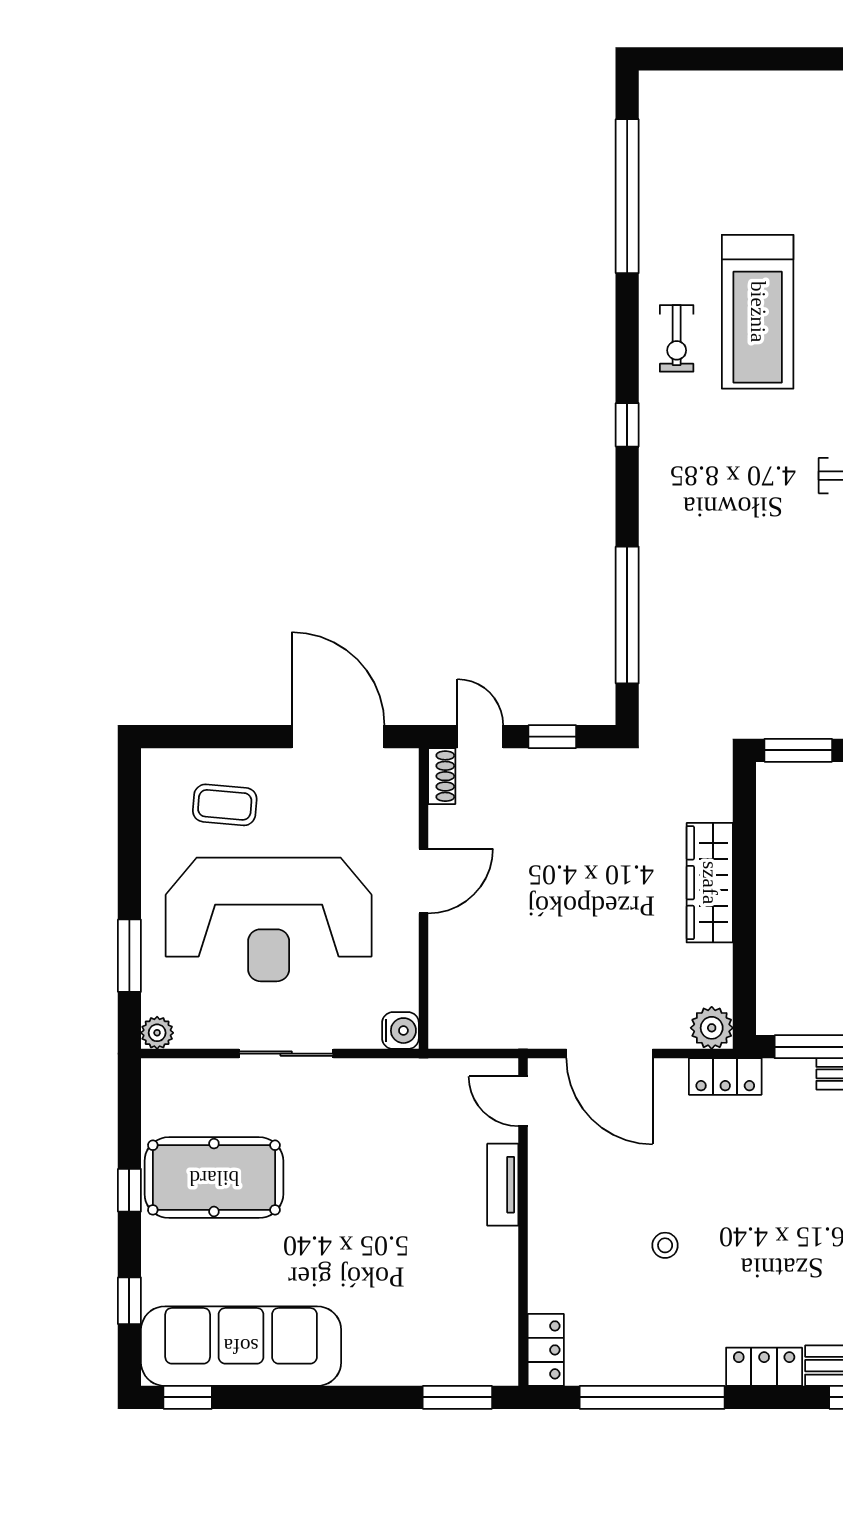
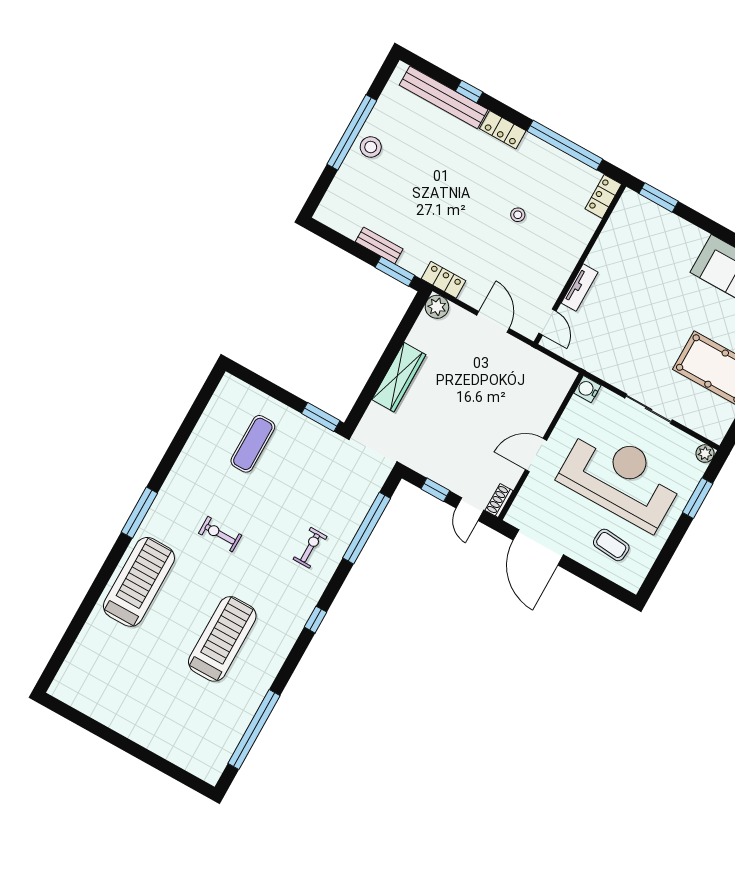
exercise bike: (677, 338) -> (310, 548), moved
door: (610, 1054) -> (493, 322), width x0.73

